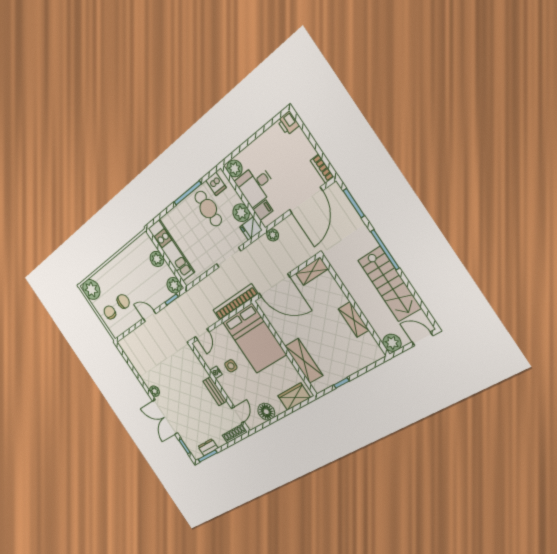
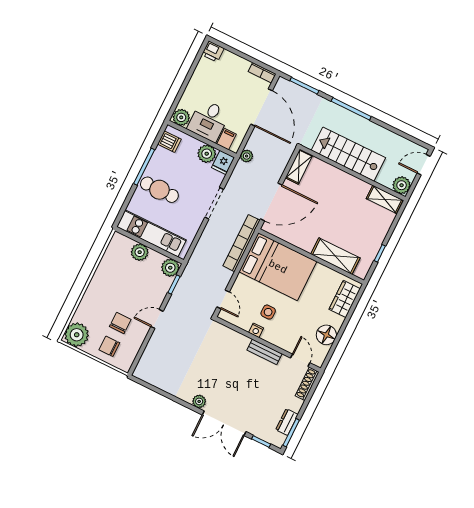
cafe table: (208, 209) -> (159, 190), moved
stairs: (389, 284) -> (348, 154), moved, turned 180
shelving: (354, 320) -> (385, 199), moved

